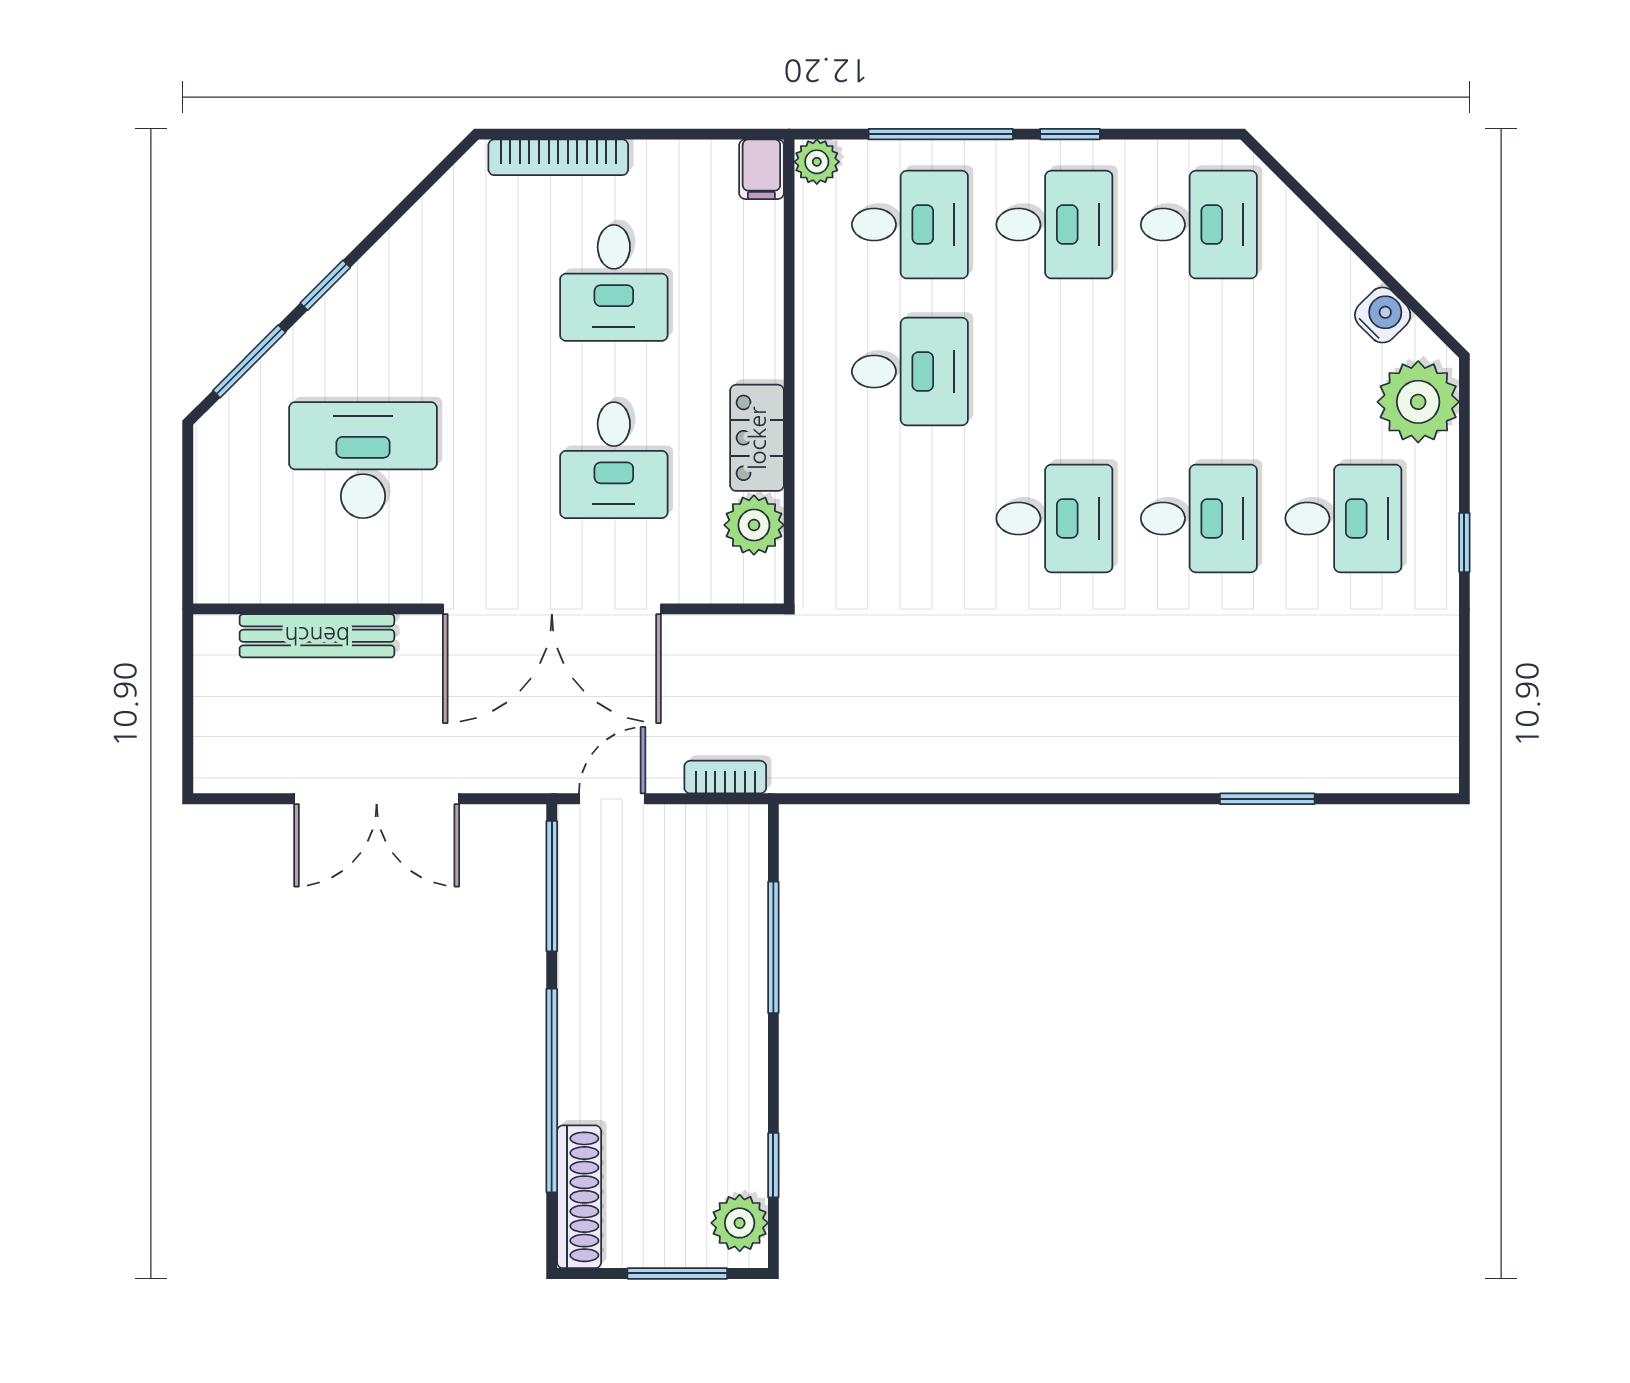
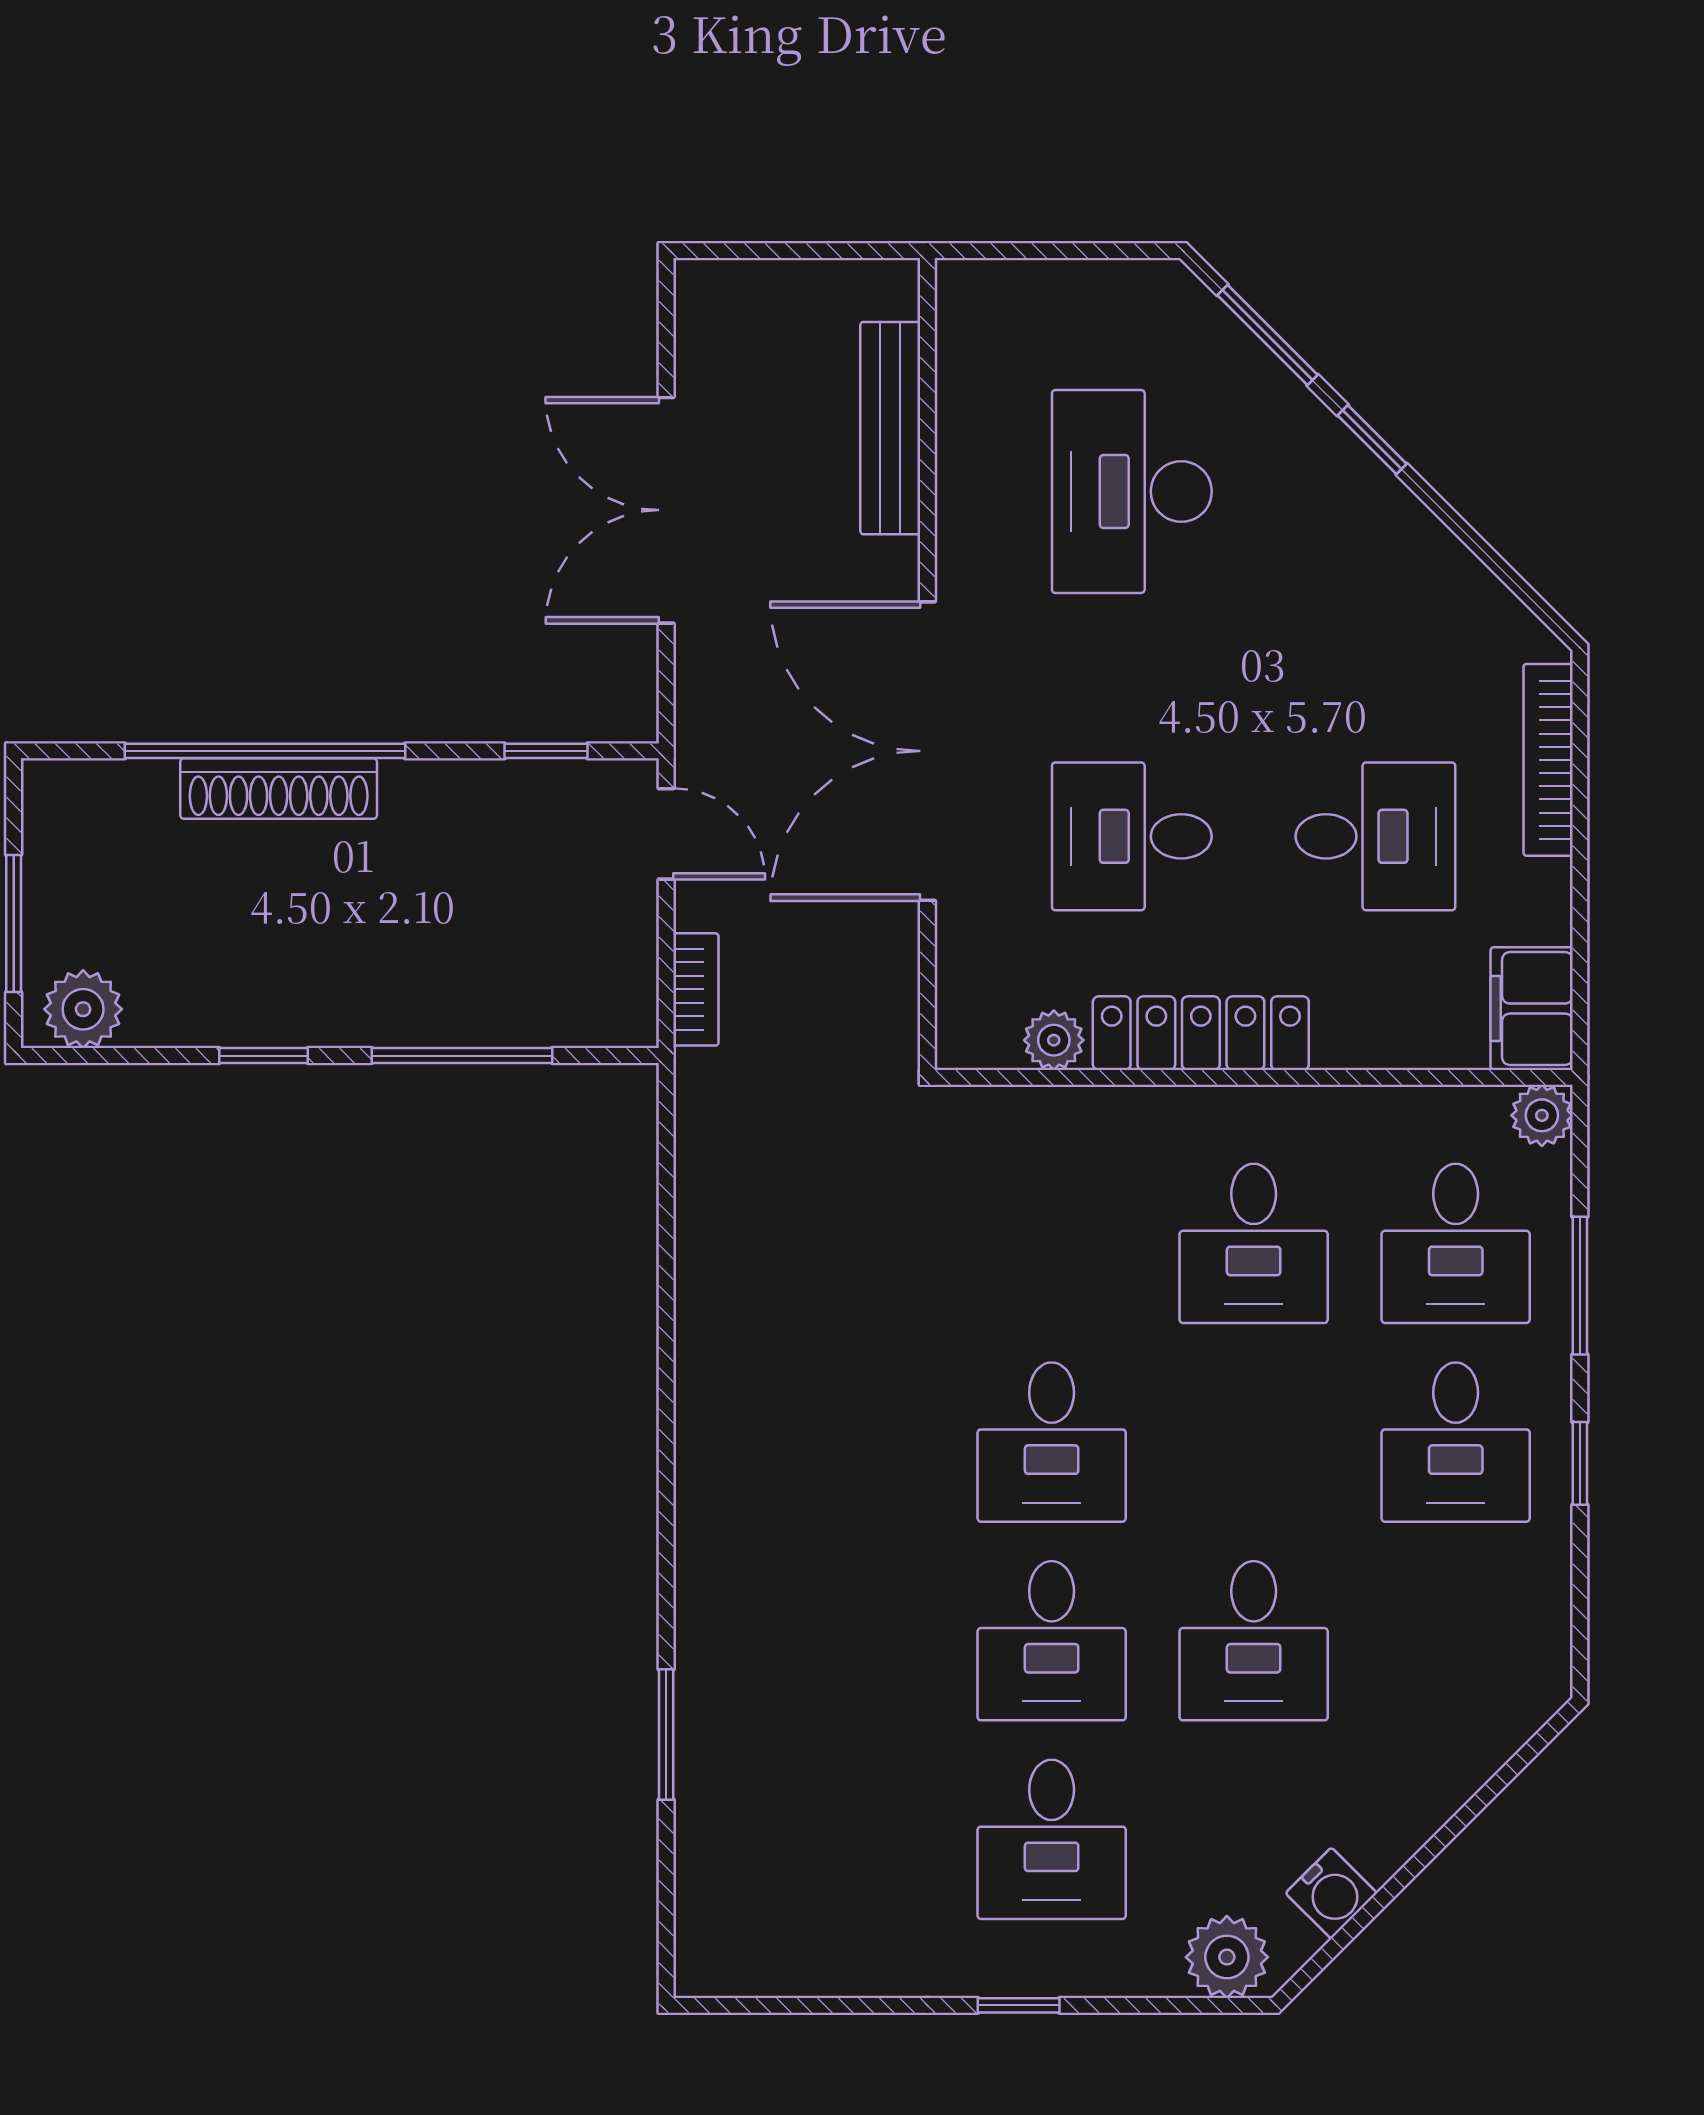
window: (941, 134) -> (1580, 1286), width x0.69
filing cabinet: (761, 169) -> (1532, 1009), width x2.00
desk: (1199, 225) -> (1254, 1641), moved
desk: (614, 283) -> (1375, 836), turned 180
plant: (1418, 402) -> (1227, 1957), width x0.73, depth x0.73
locker: (757, 438) -> (1201, 1033), width x1.53
desk: (363, 460) -> (1132, 491), turned 180
plant: (754, 525) -> (1054, 1040), width x0.73, depth x0.73
window: (552, 886) -> (546, 751), width x0.46
window: (773, 1165) -> (263, 1056), moved
shoe rack: (579, 1197) -> (279, 789), moved

